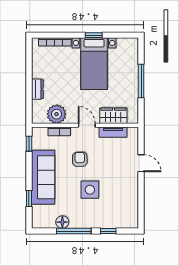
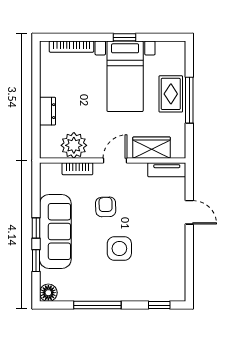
rug: (127, 77) -> (171, 94), added
door: (87, 125) -> (115, 160), hinge flipped
tv unit: (113, 132) -> (167, 170), moved
window: (29, 144) -> (36, 228), moved
floor lamp: (62, 222) -> (48, 293), moved
window: (108, 231) -> (159, 305), moved

